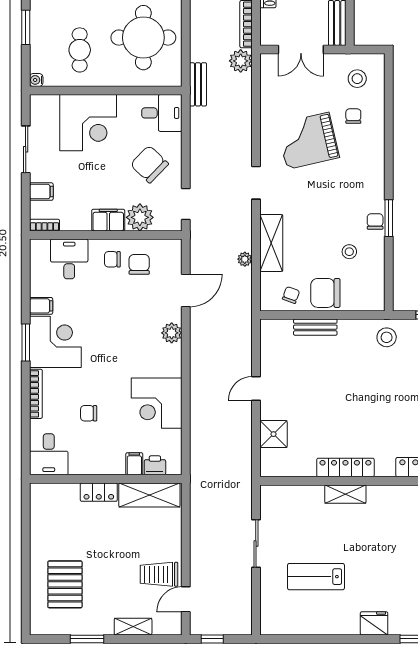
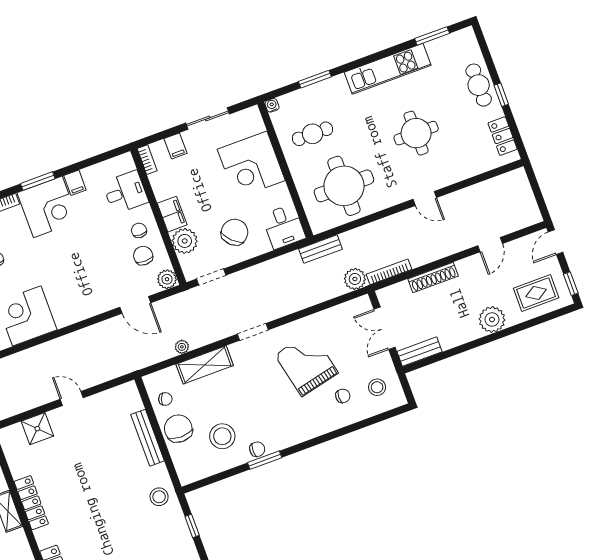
stool: (349, 252) -> (222, 436), width x1.89, depth x1.89
chair: (139, 264) -> (143, 256), turned -90
bench: (315, 327) -> (148, 438), width x1.36
plant: (172, 333) -> (167, 279), moved

